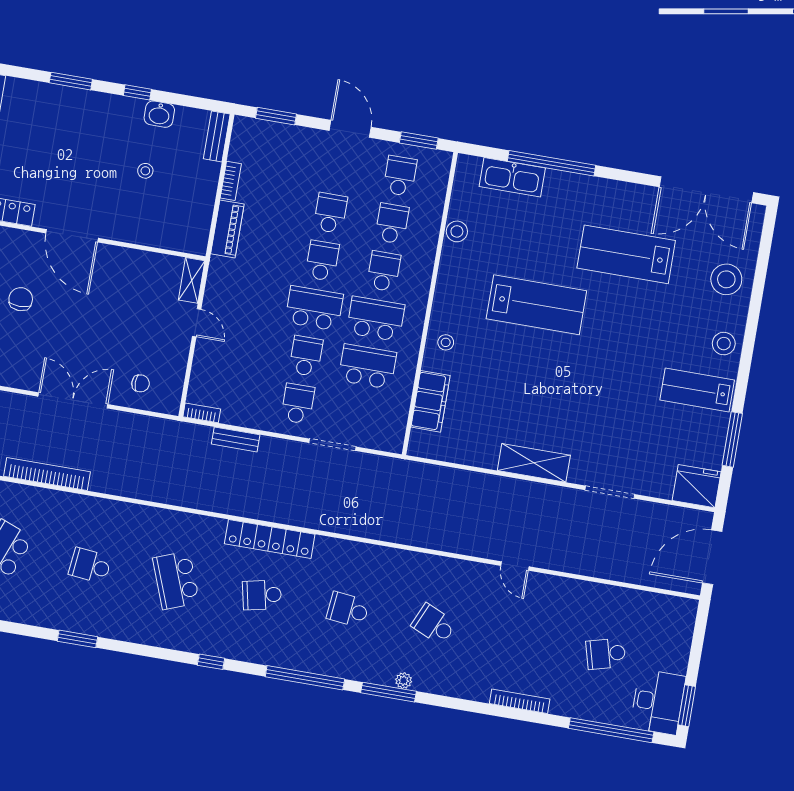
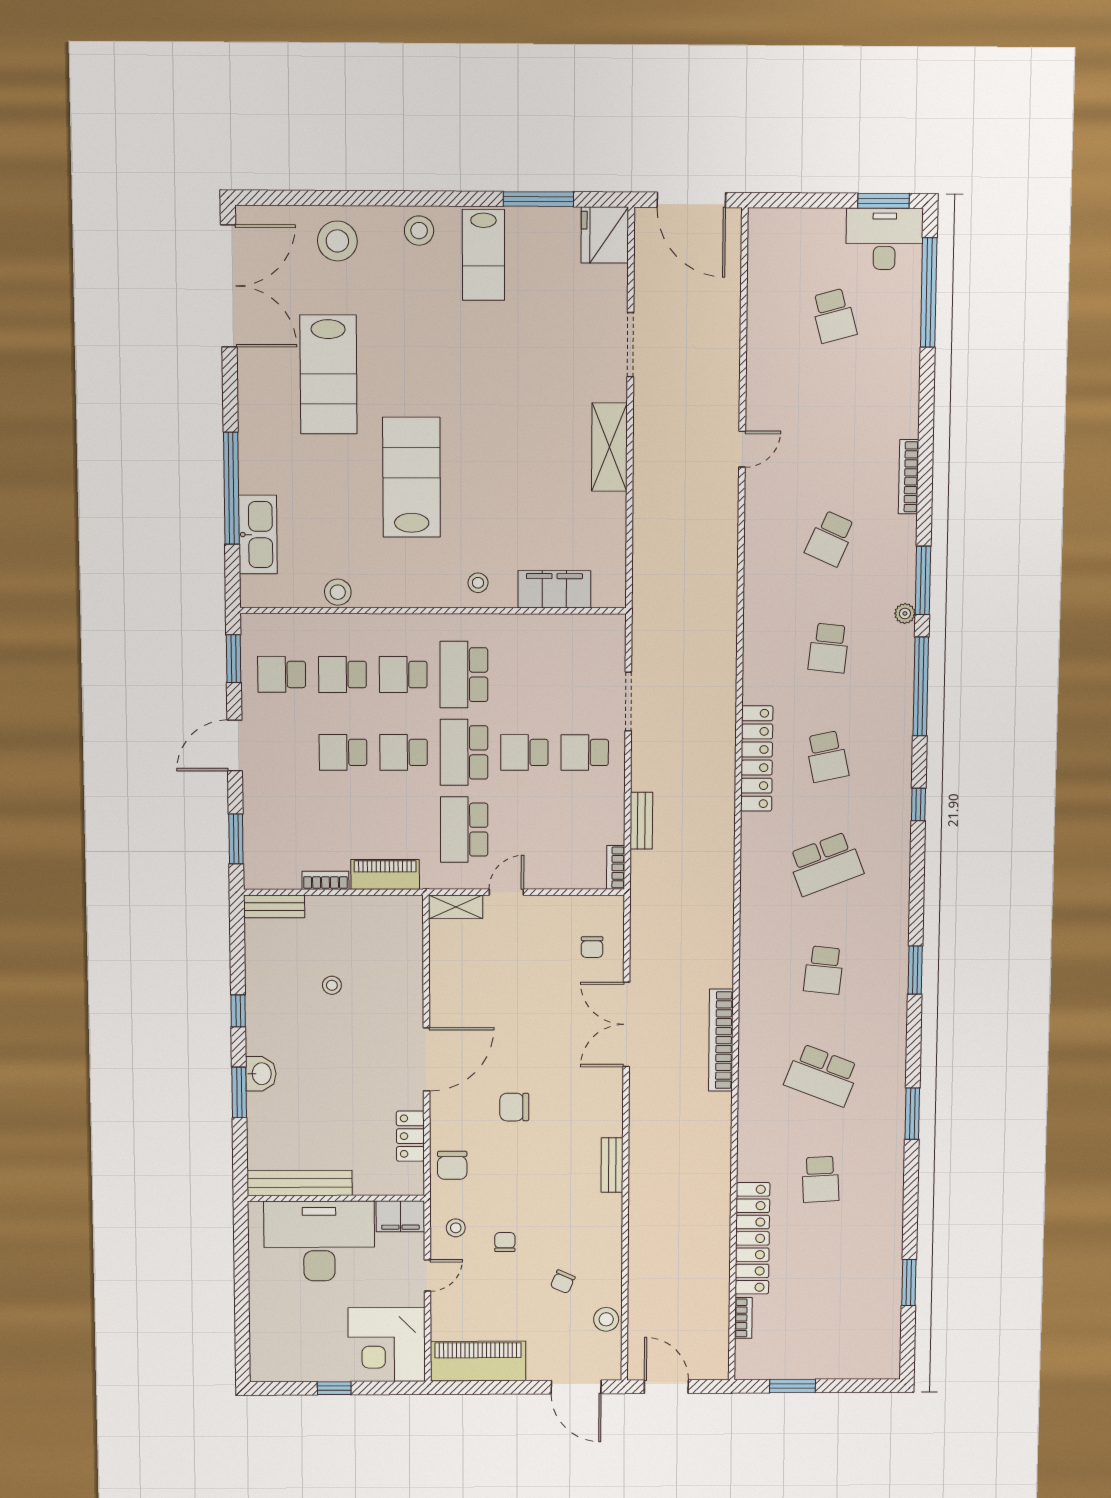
washbasin: (159, 114) -> (261, 1074), moved
school desk: (367, 366) -> (464, 830), moved
chair: (141, 383) -> (592, 947), turned 180
plant: (404, 681) -> (905, 614), moved
bookcase: (520, 701) -> (909, 477), moved

